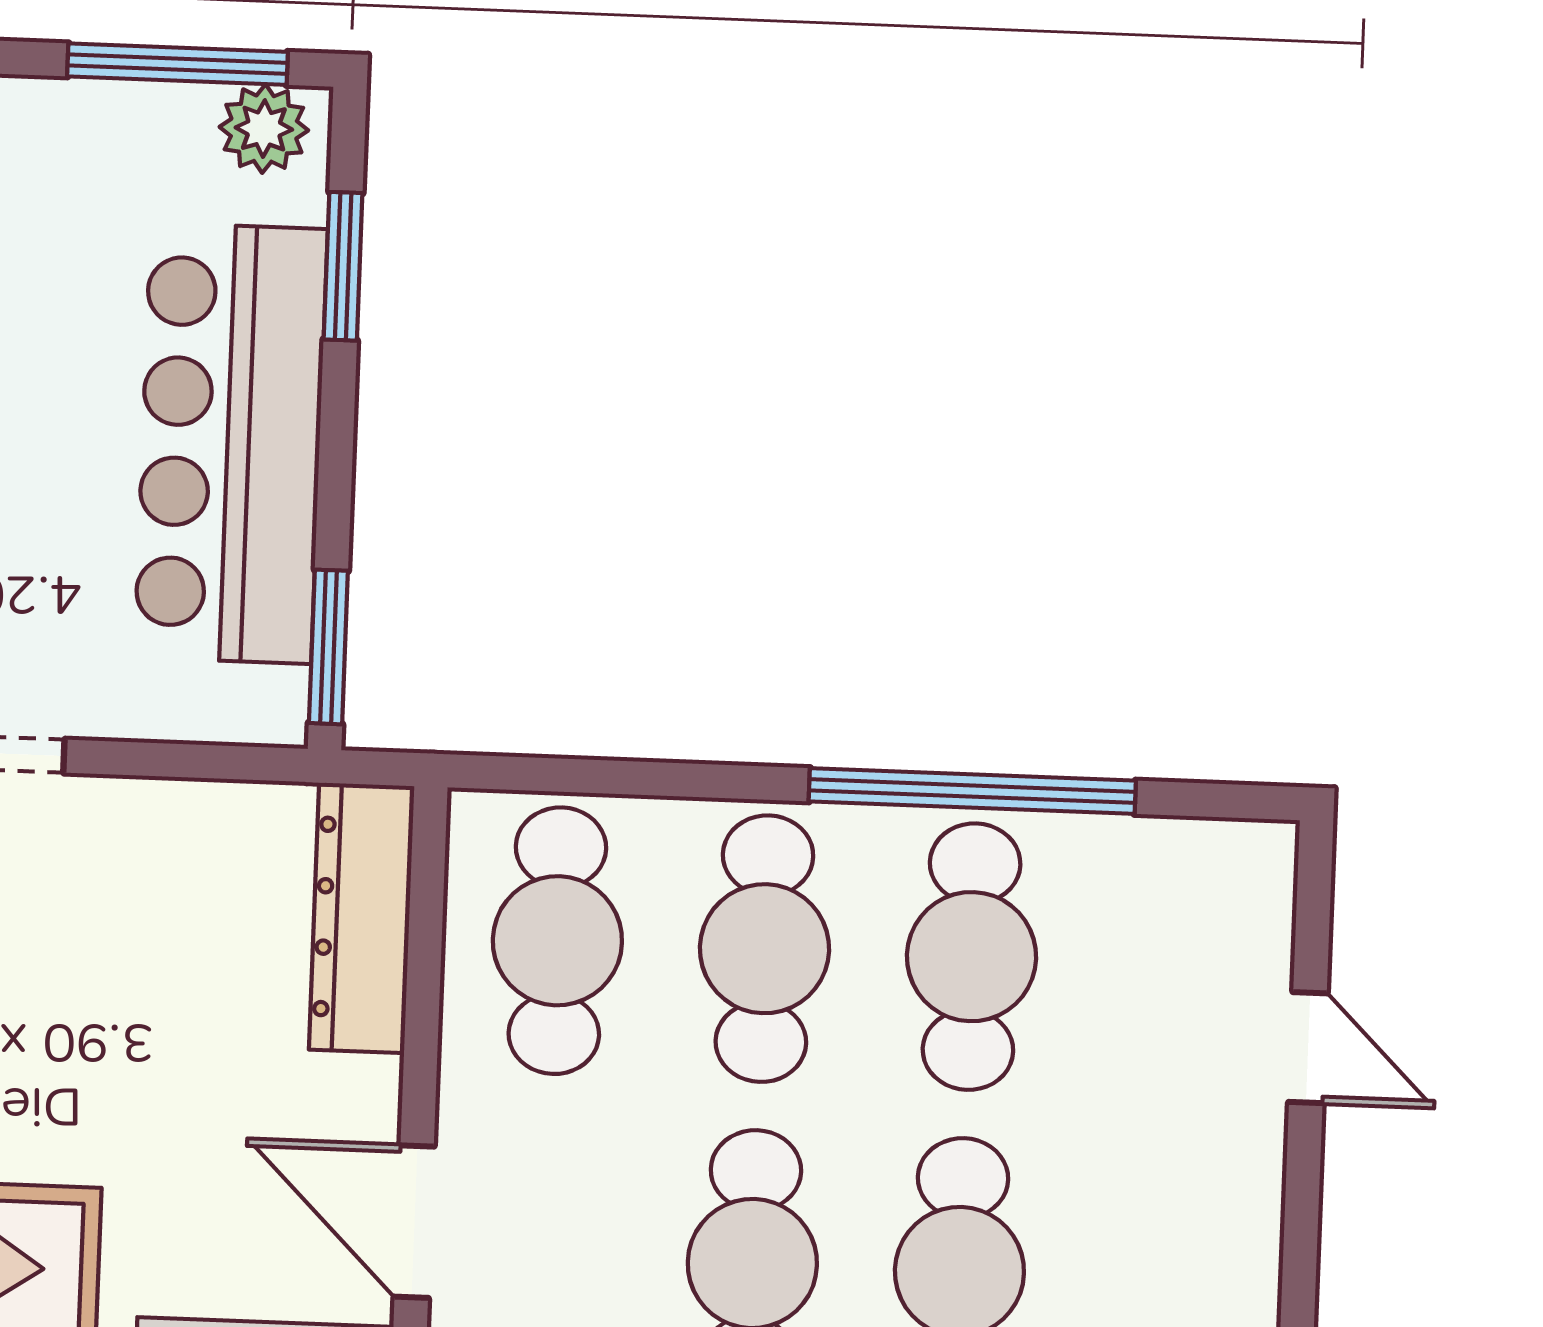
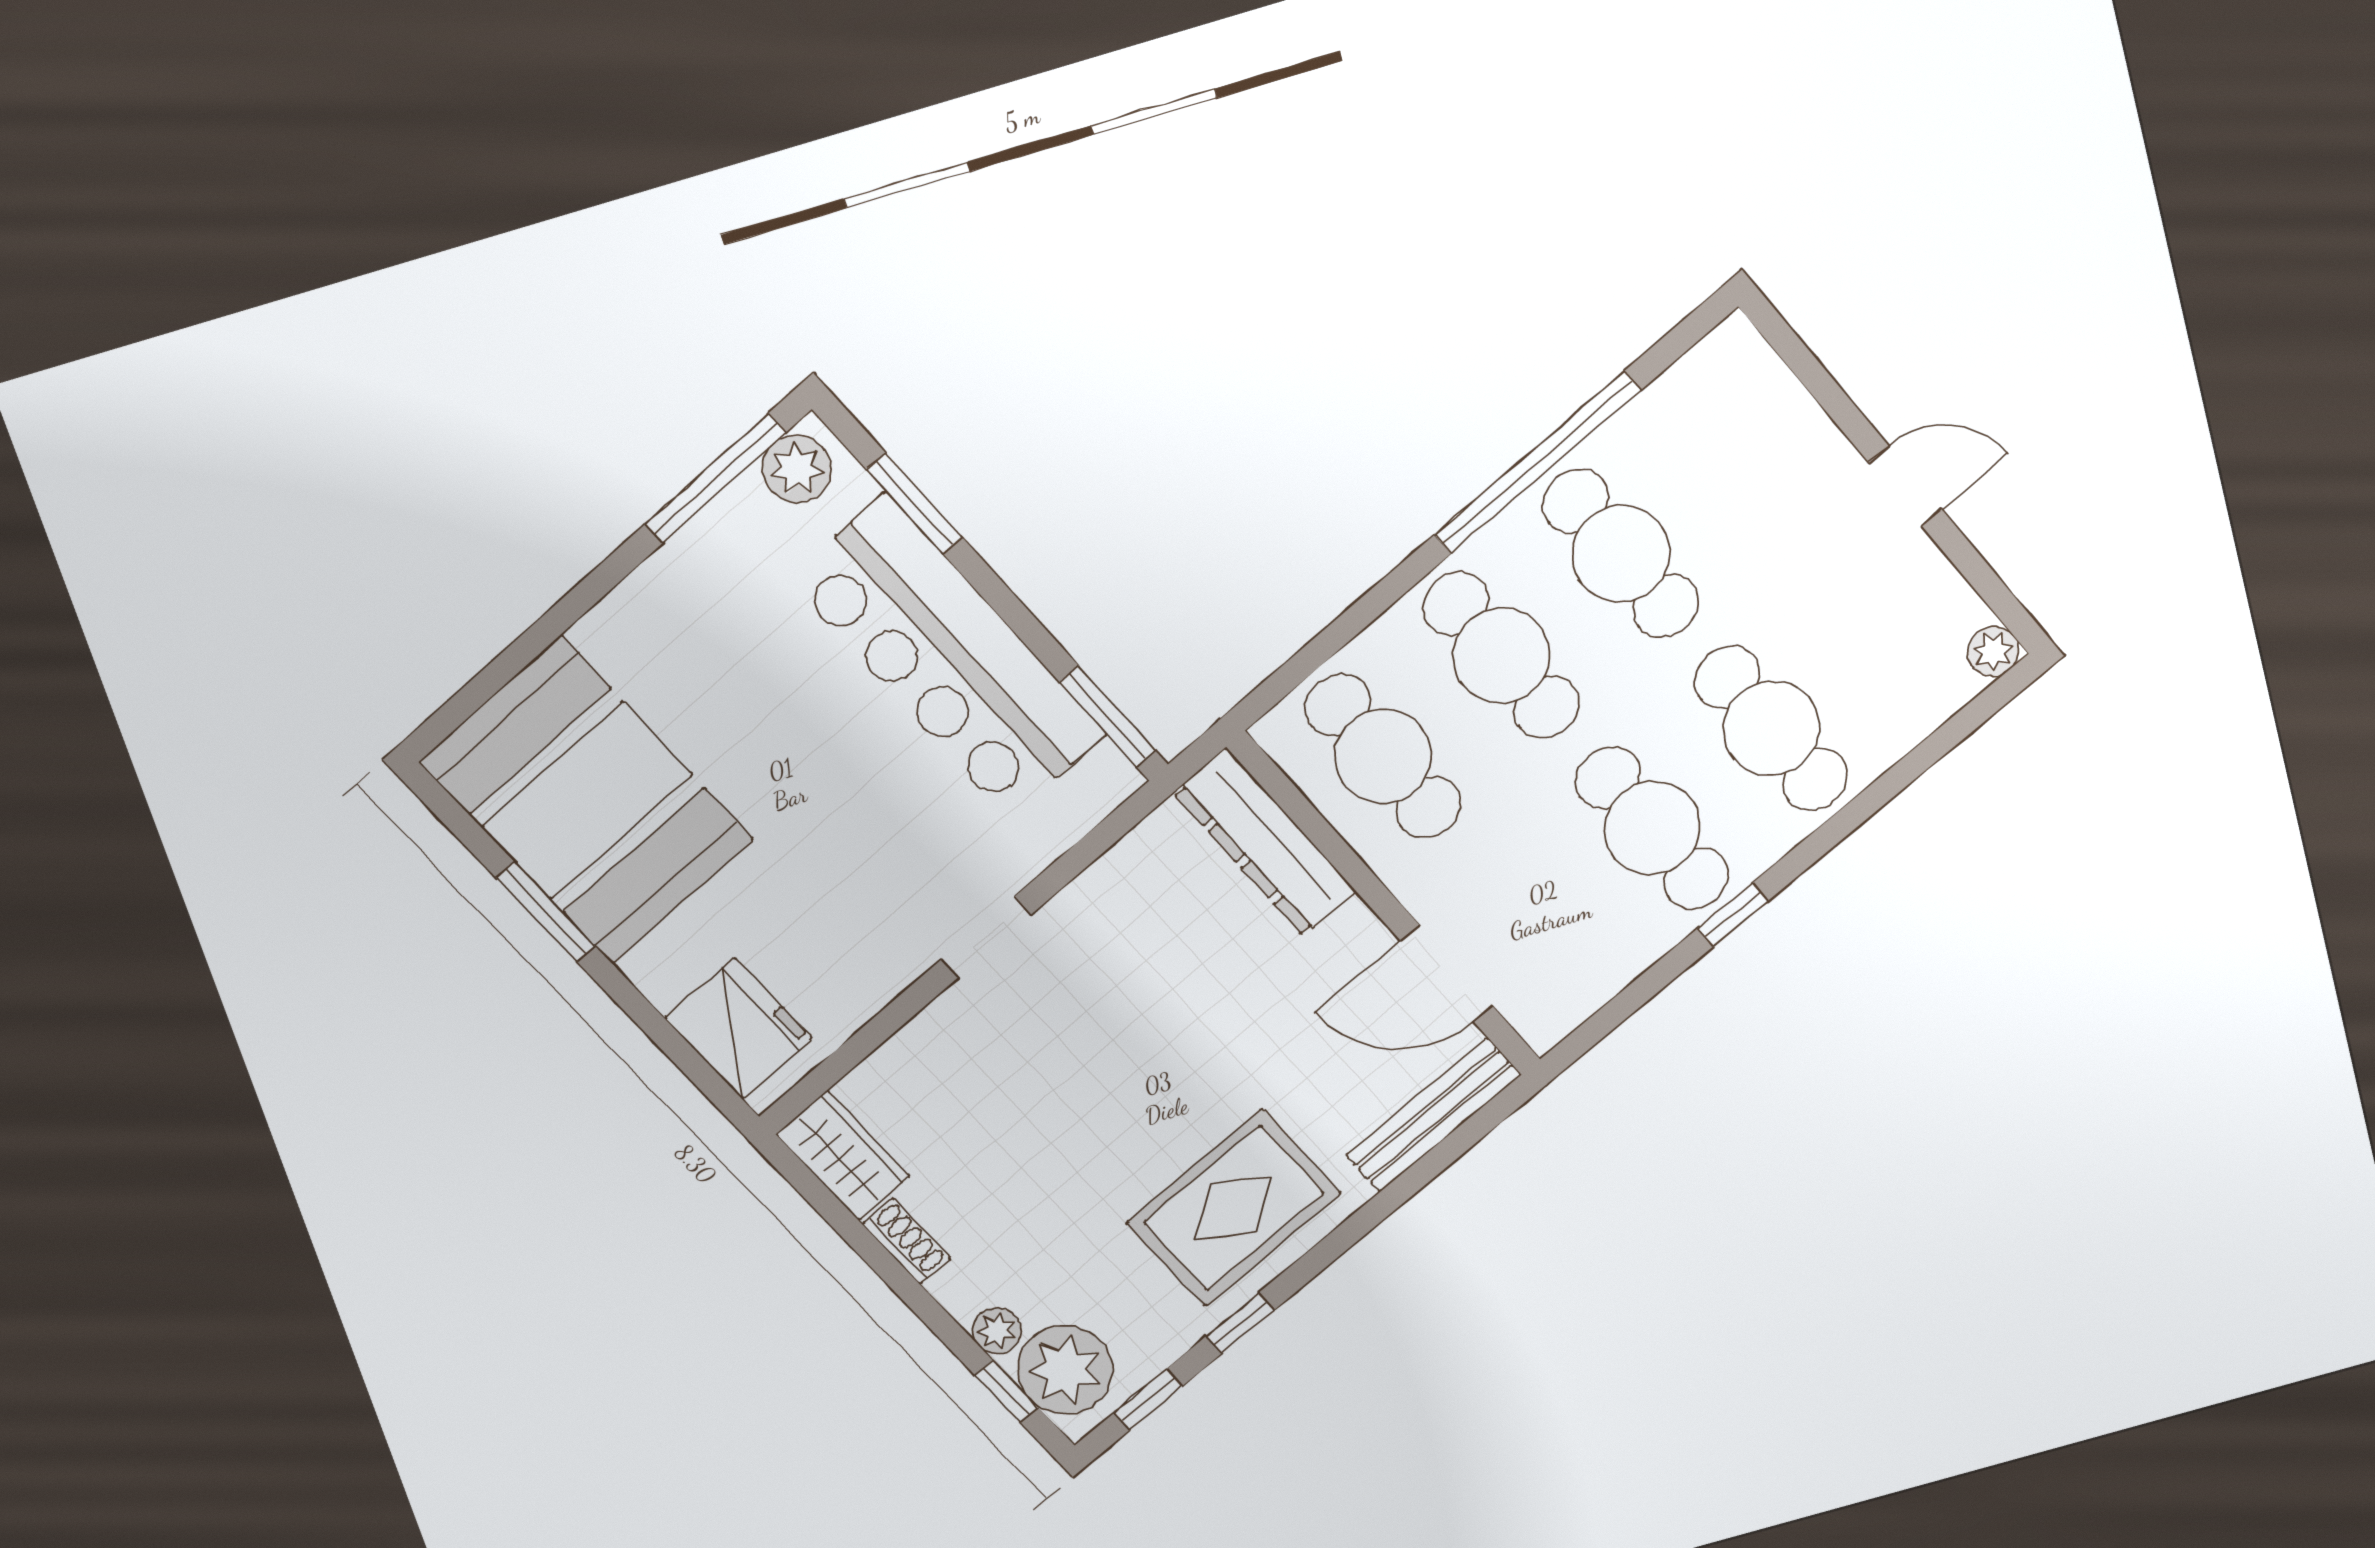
door: (1308, 1048) -> (1905, 486), moved

